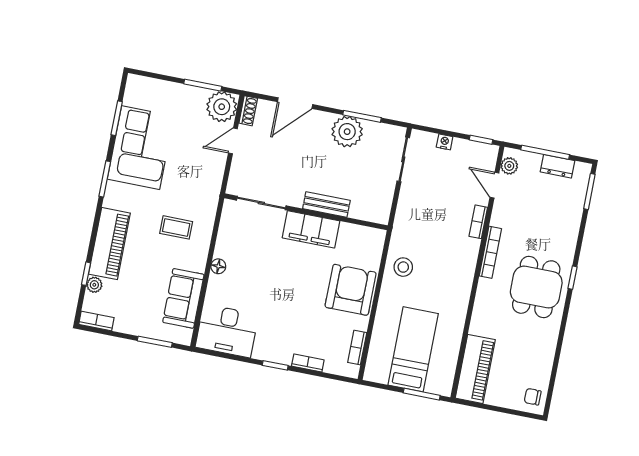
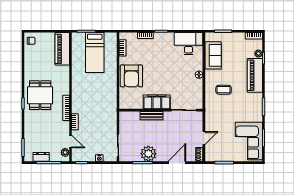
plant: (222, 107) -> (213, 154), removed
corner sofa: (141, 148) -> (249, 141), moved
stool: (403, 267) -> (108, 92), removed

